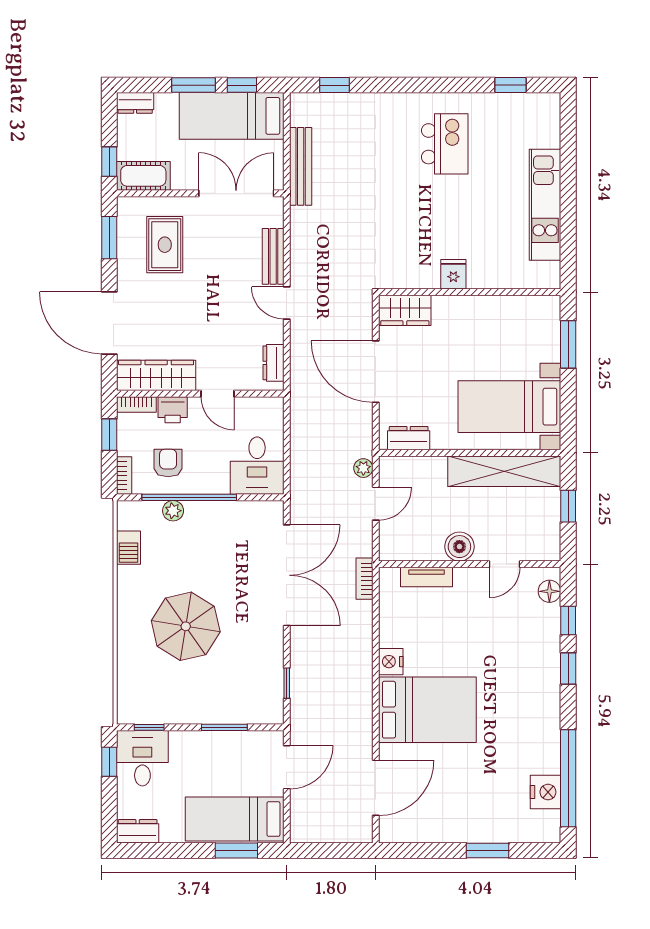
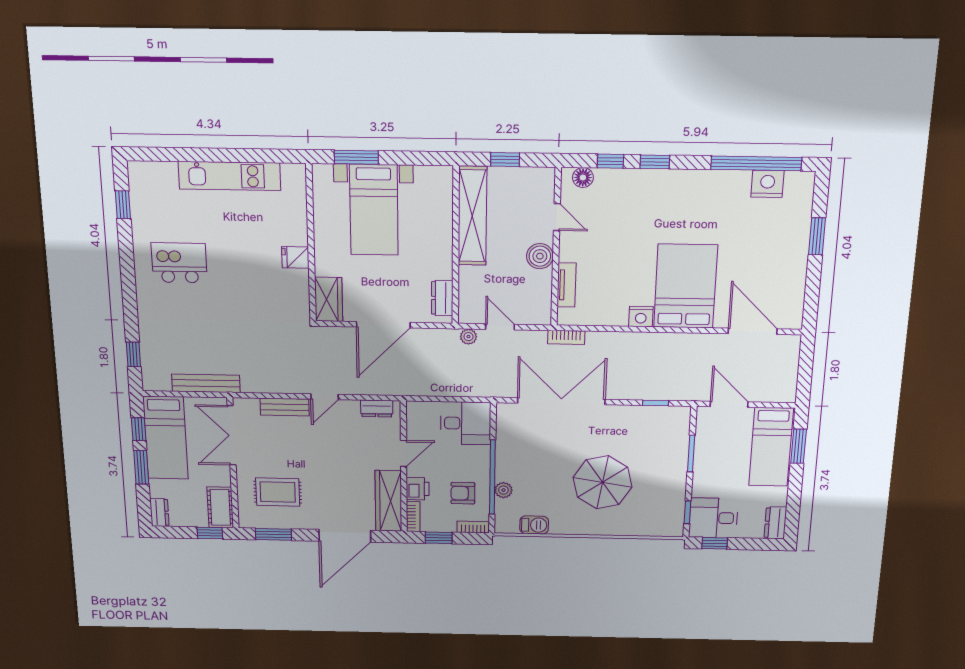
bed with nightstands: (509, 407) -> (374, 210), moved

